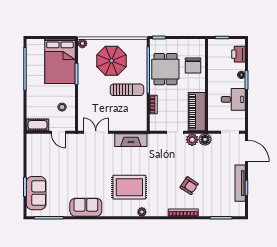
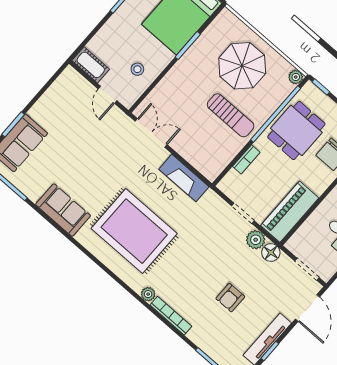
plant: (82, 43) -> (296, 77), moved
armchair: (189, 186) -> (230, 298), moved, turned 57
rug: (129, 187) -> (134, 231), width x1.37, depth x1.44
plant: (142, 212) -> (148, 294), moved

